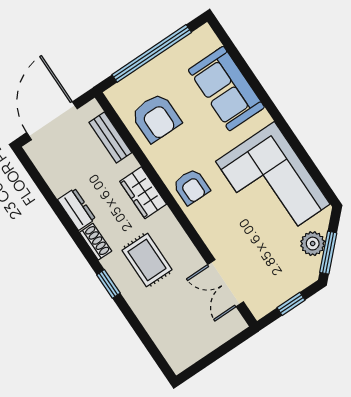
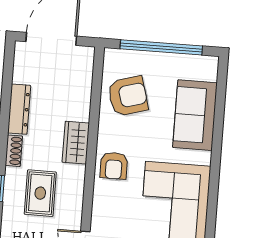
armchair: (156, 118) -> (128, 96), turned -106
bench: (110, 137) -> (84, 84), removed
dresser: (77, 209) -> (19, 109), width x1.44

